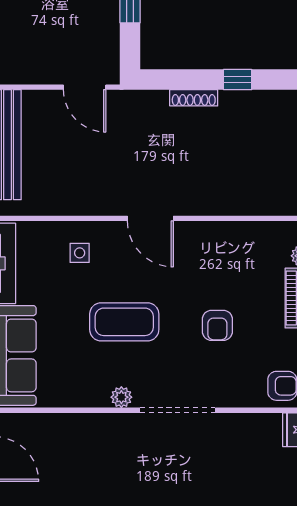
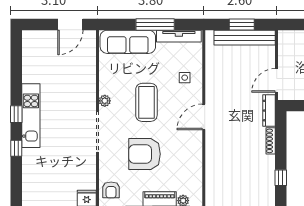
window: (238, 80) -> (281, 178), moved
dresser: (139, 101) -> (269, 111), added
armchair: (217, 325) -> (145, 154), width x1.88, depth x1.88

